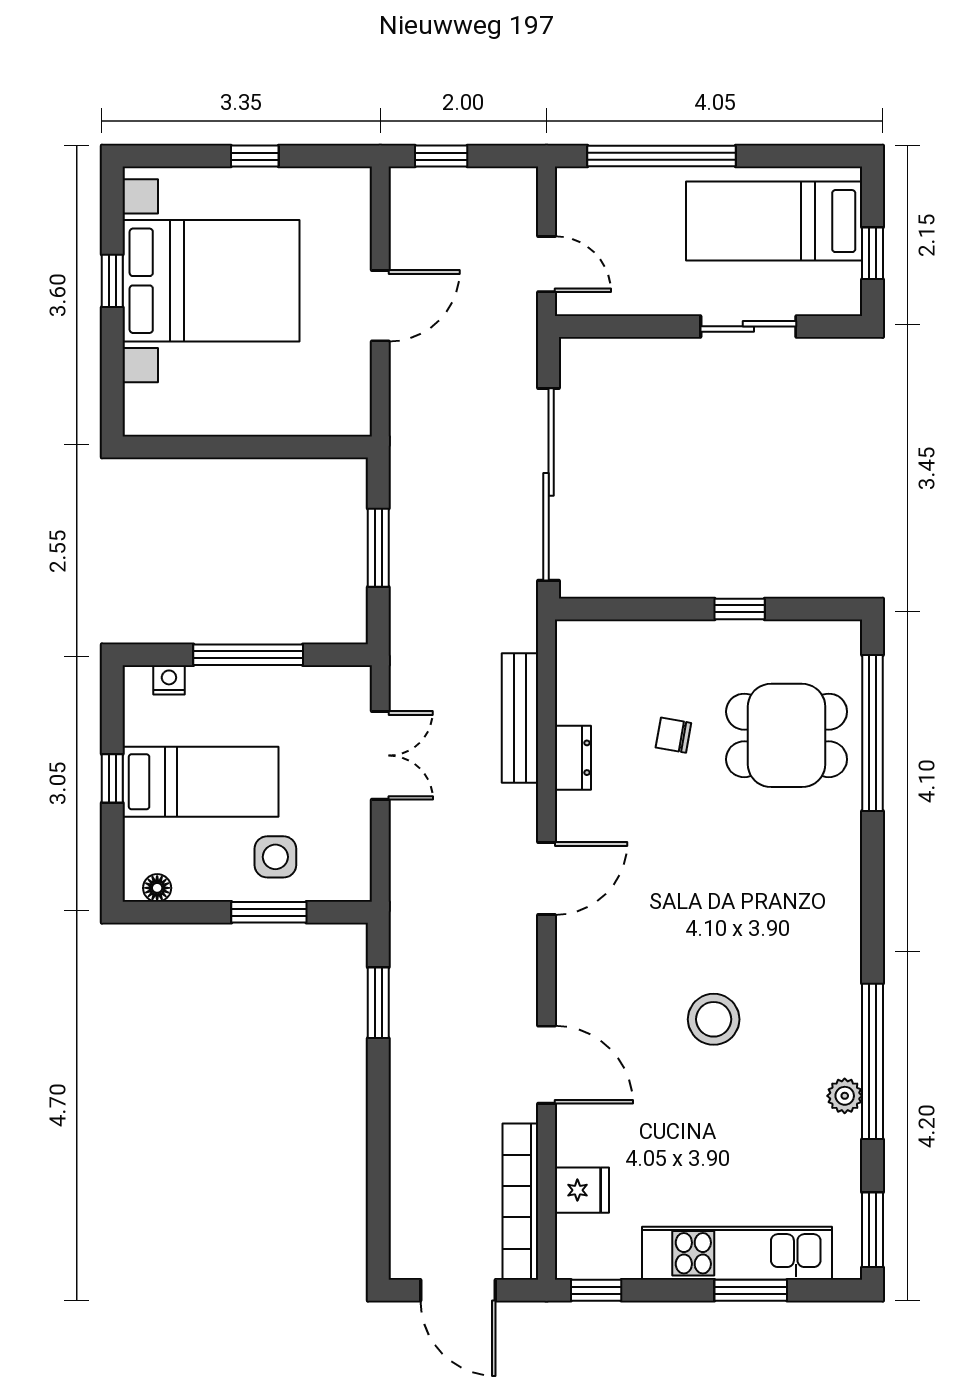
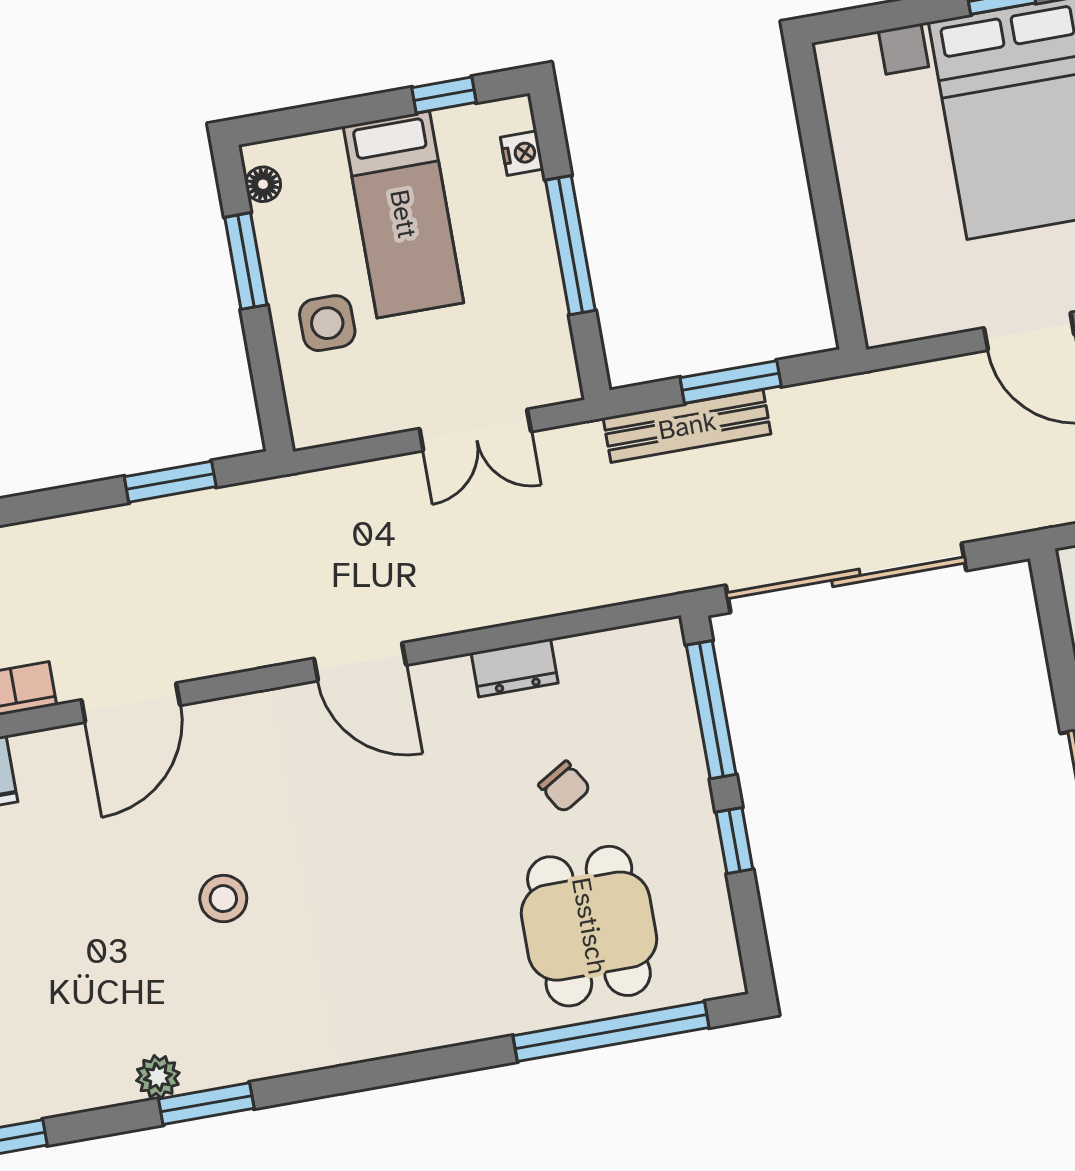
window: (633, 609) -> (711, 710), added
bench: (520, 718) -> (687, 426), moved
chair: (673, 735) -> (565, 787), turned 139
window: (112, 778) -> (444, 95), moved
window: (269, 912) -> (246, 261), moved
stool: (714, 1019) -> (223, 899), width x0.73, depth x0.73
window: (873, 1061) -> (206, 1104), width x0.47

